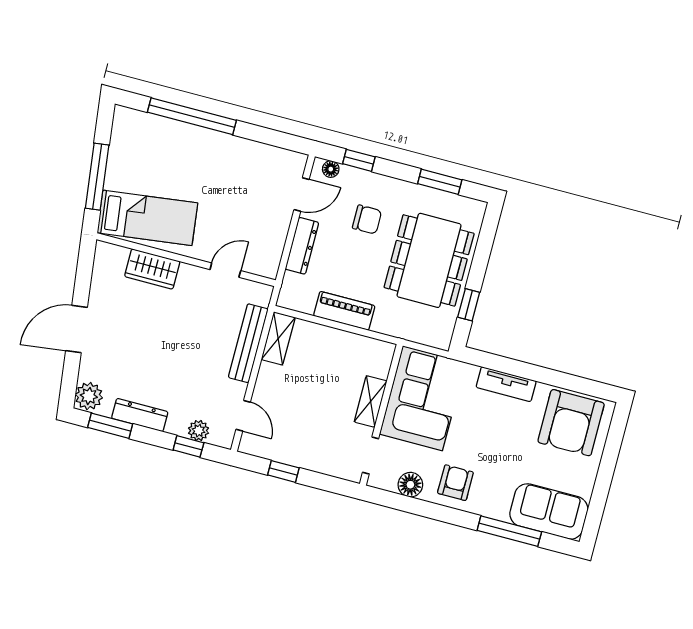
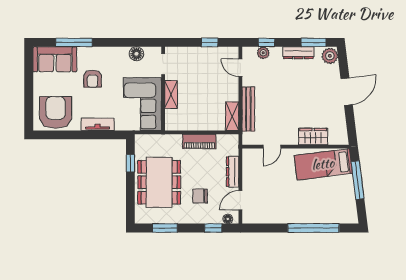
armchair: (455, 483) -> (93, 79), moved

